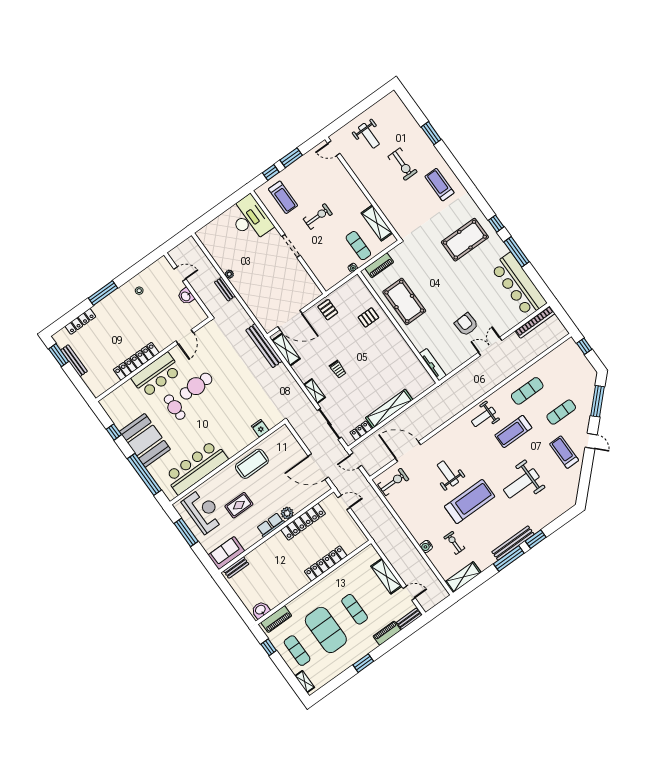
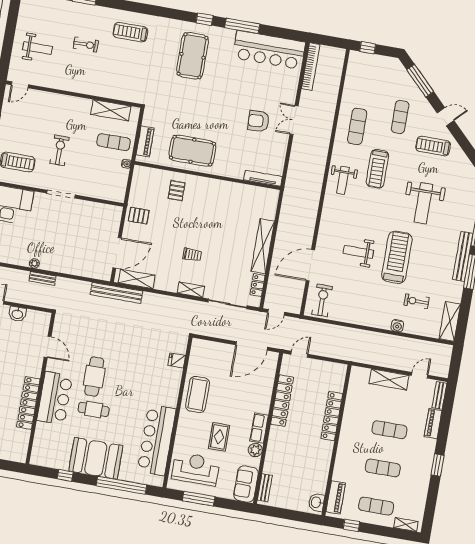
exercise bike: (403, 164) -> (86, 44), width x0.73, depth x0.72
plant: (287, 513) -> (255, 450), moved
exercise mat: (326, 630) -> (383, 468), width x0.50, depth x0.69

